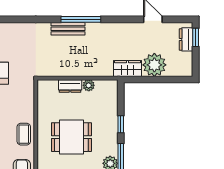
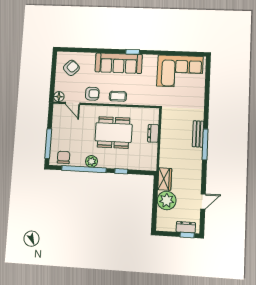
plant: (89, 85) -> (153, 148), removed
dining table: (71, 137) -> (114, 133), width x1.38

